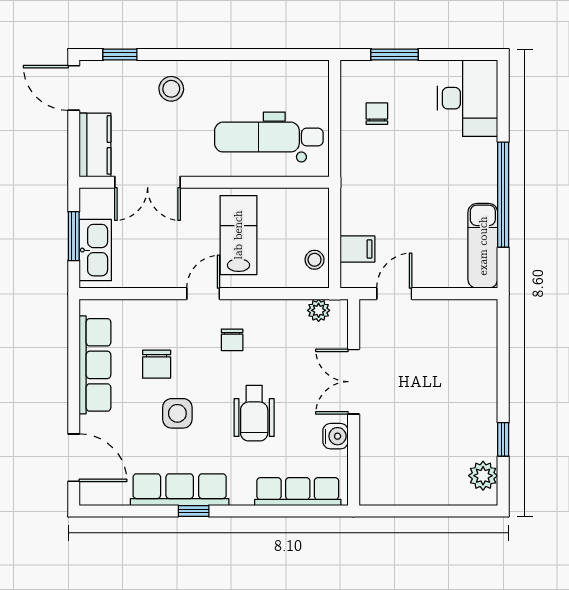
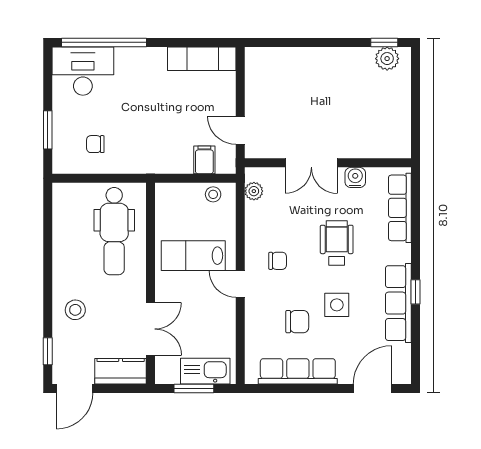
window: (503, 195) -> (104, 42), moved
wheelchair: (254, 413) -> (337, 243), turned -90
window: (503, 439) -> (384, 42), moved

